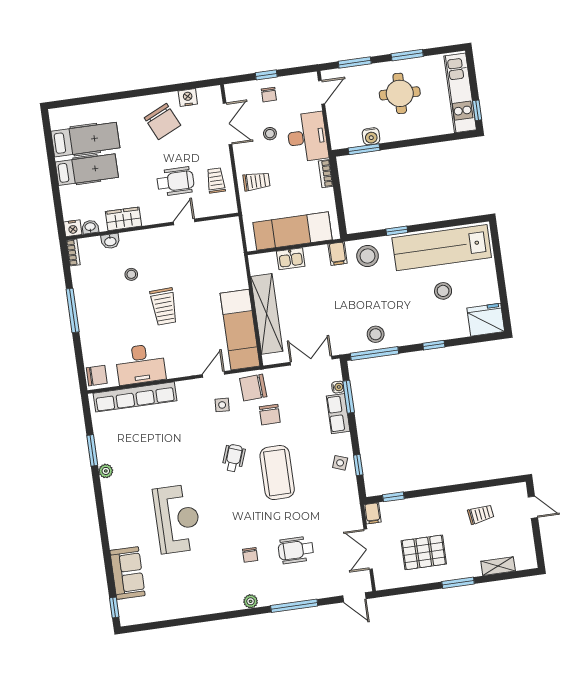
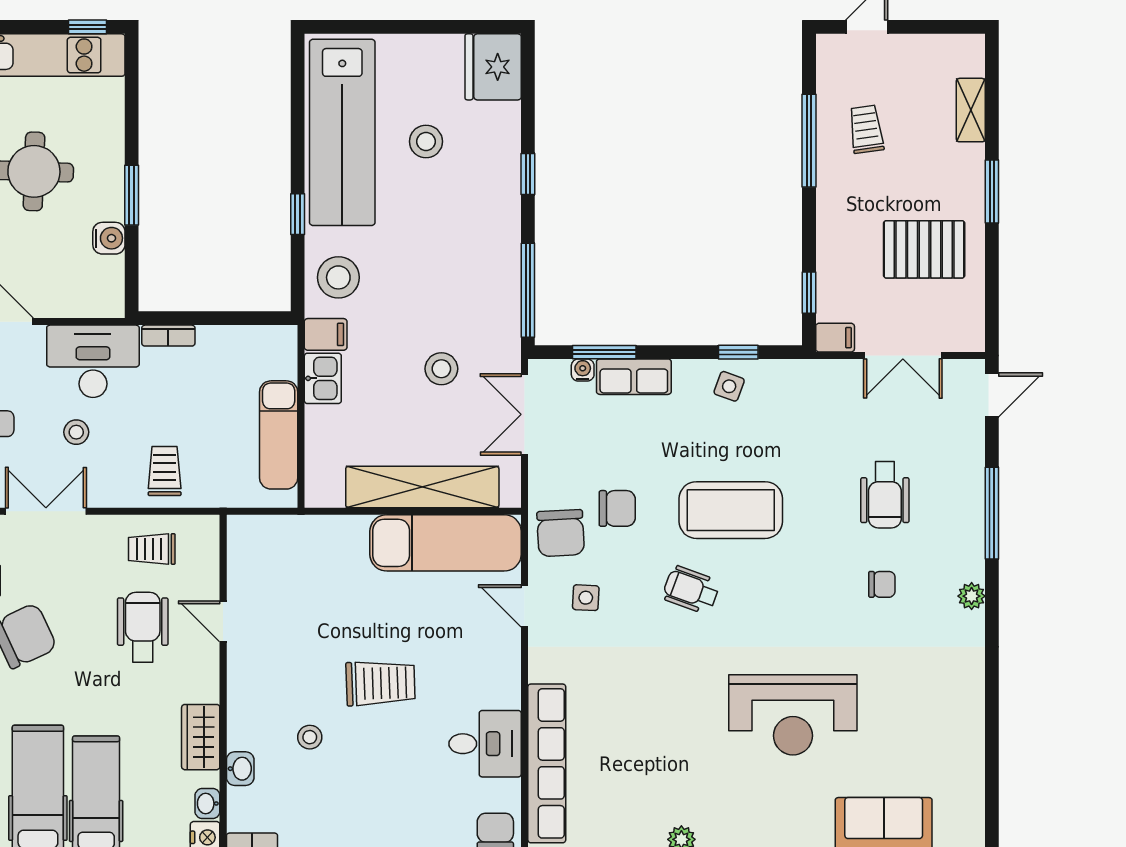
window: (364, 149) -> (132, 195), moved
exam couch: (292, 231) -> (279, 435), width x0.73, depth x0.69
kitchen sink: (291, 259) -> (323, 378), moved
stool: (376, 334) -> (441, 369), moved
desk: (141, 364) -> (485, 744), width x0.73
window: (471, 486) -> (809, 141), added
reception desk: (177, 519) -> (793, 715), turned 180
pallet: (424, 552) -> (924, 249), turned 90

